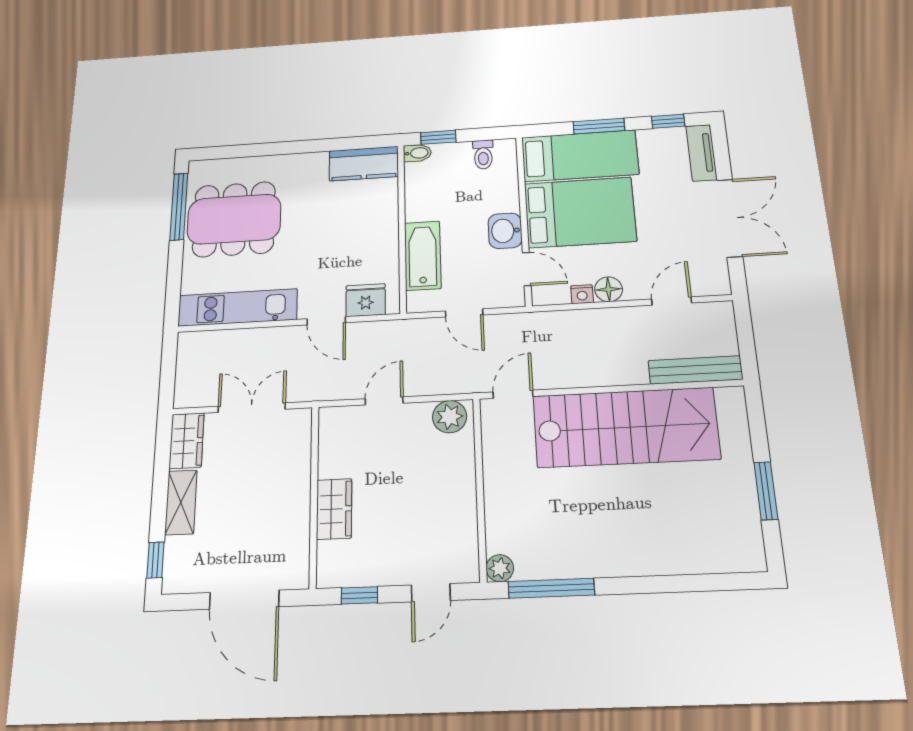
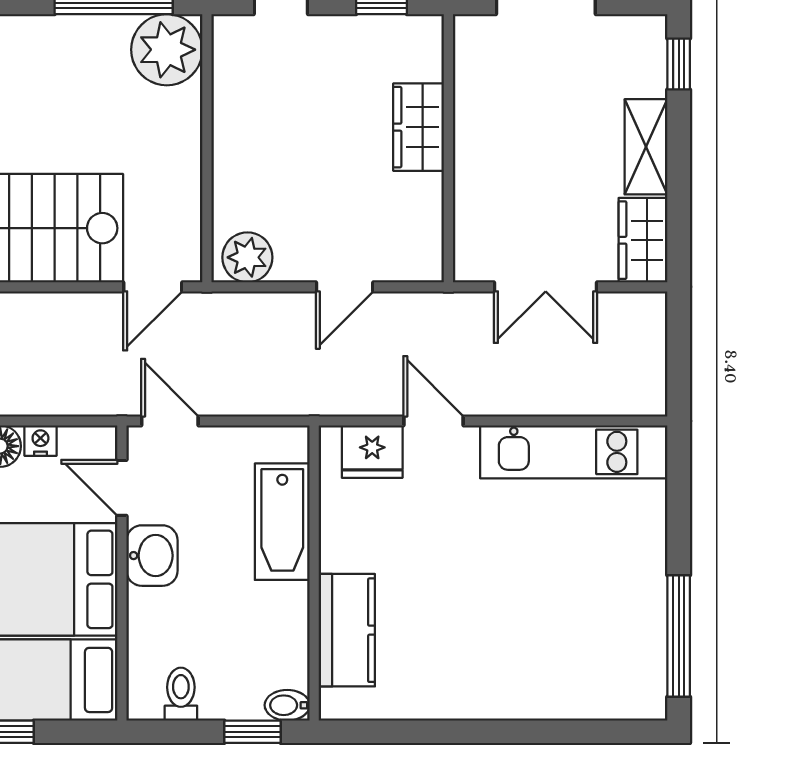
kitchen counter: (364, 164) -> (347, 630), moved, turned 90
dining table: (234, 219) -> (586, 607), removed
door: (464, 313) -> (170, 421), moved
plant: (500, 568) -> (167, 50), width x1.87, depth x1.87

